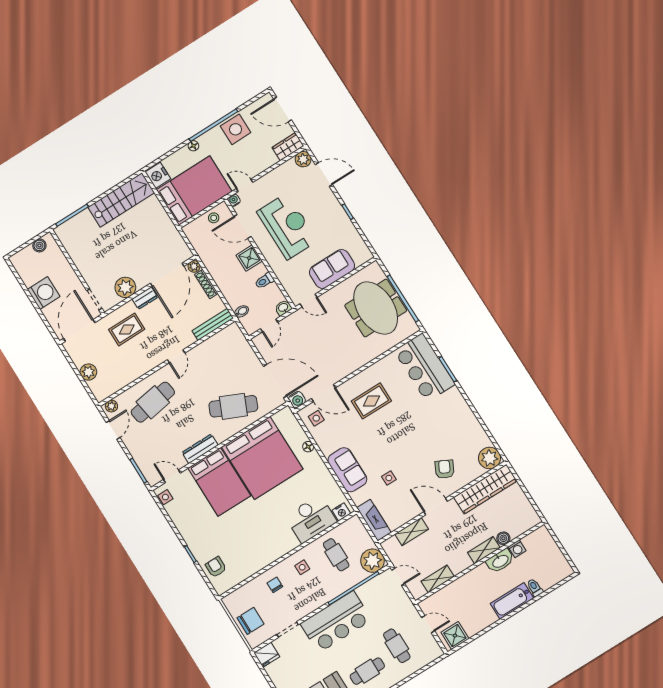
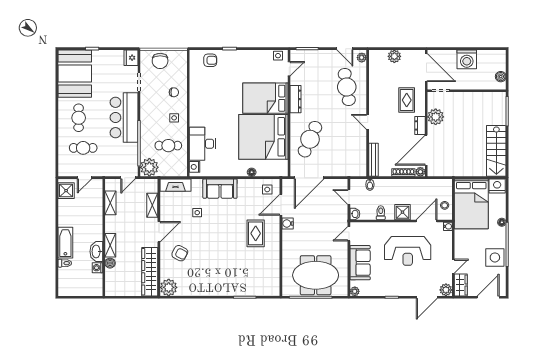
door: (245, 185) -> (453, 266), moved
plant: (366, 255) -> (355, 291), added
door: (167, 275) -> (426, 150), hinge flipped
bar counter: (425, 368) -> (256, 283), removed
water cooler: (297, 400) -> (288, 224), moved

